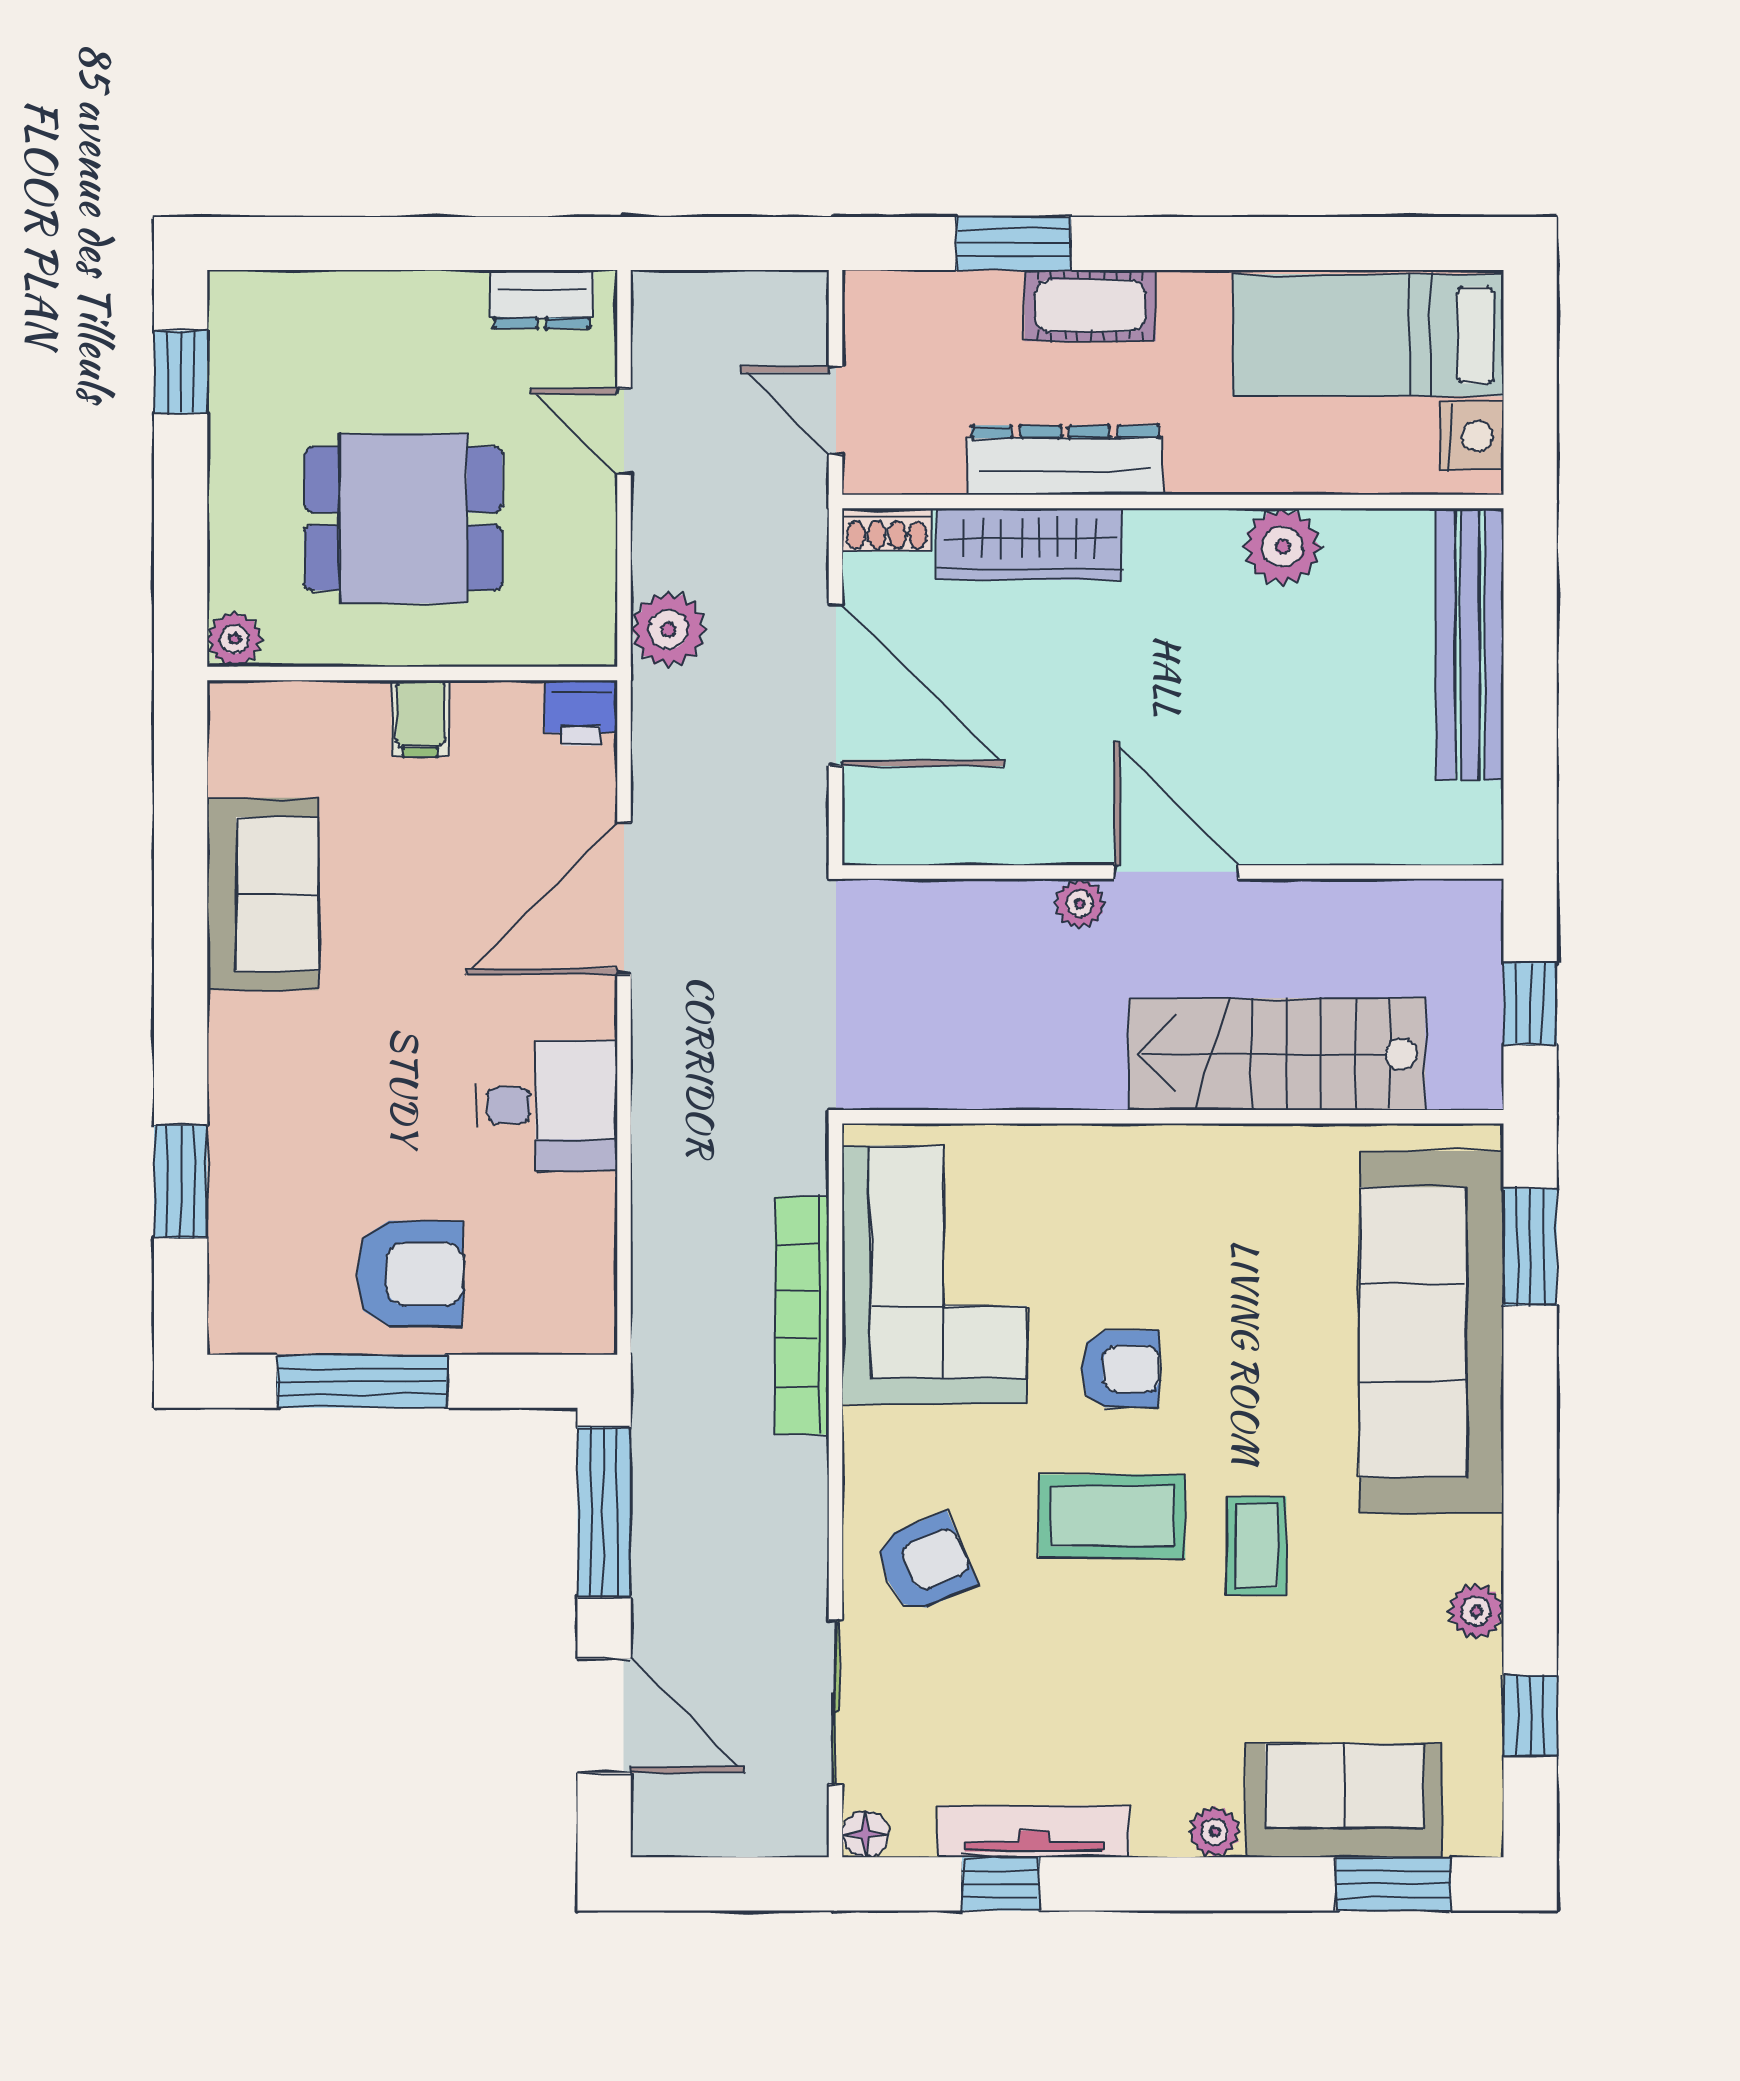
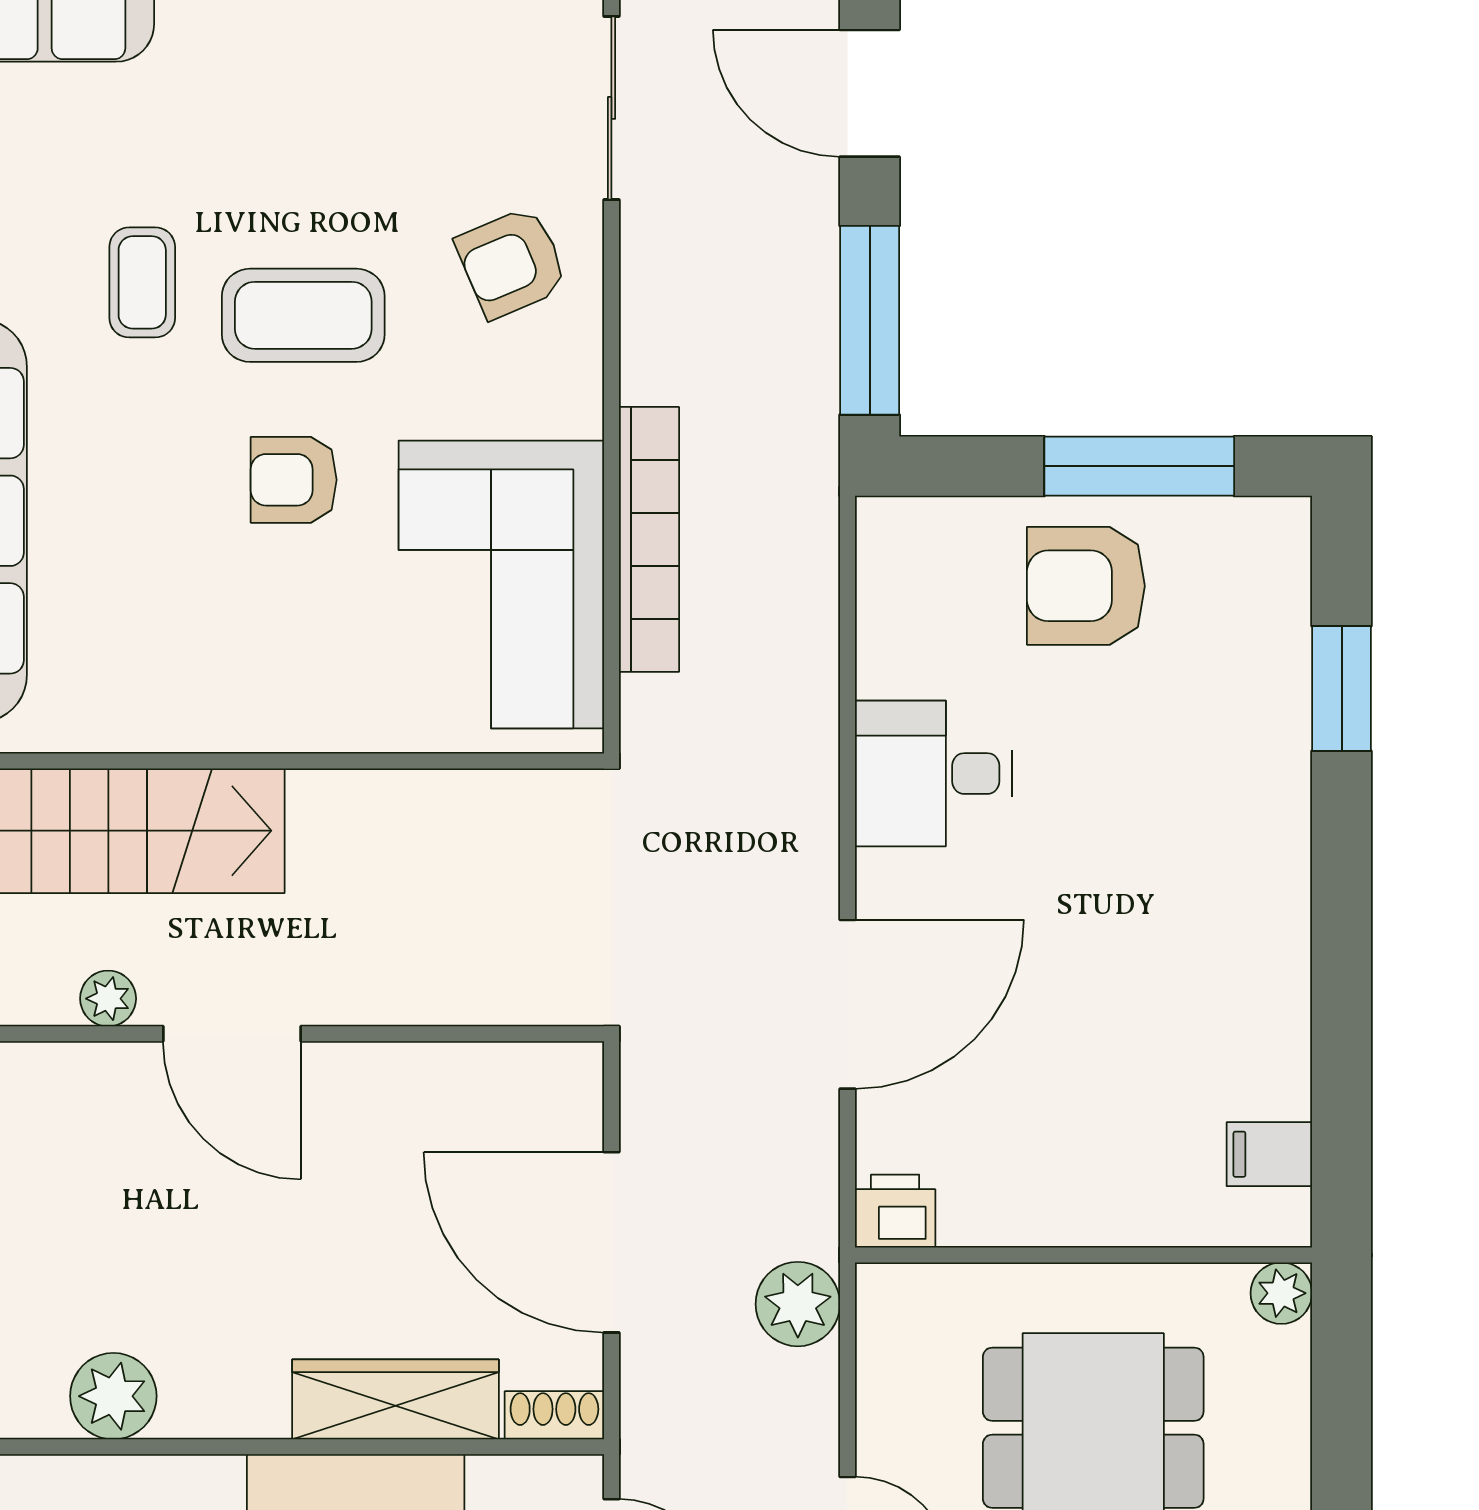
filing cabinet: (421, 718) -> (1269, 1154), moved, turned -90
sofa: (263, 894) -> (1250, 1009), removed
plant: (1080, 904) -> (108, 999), moved

